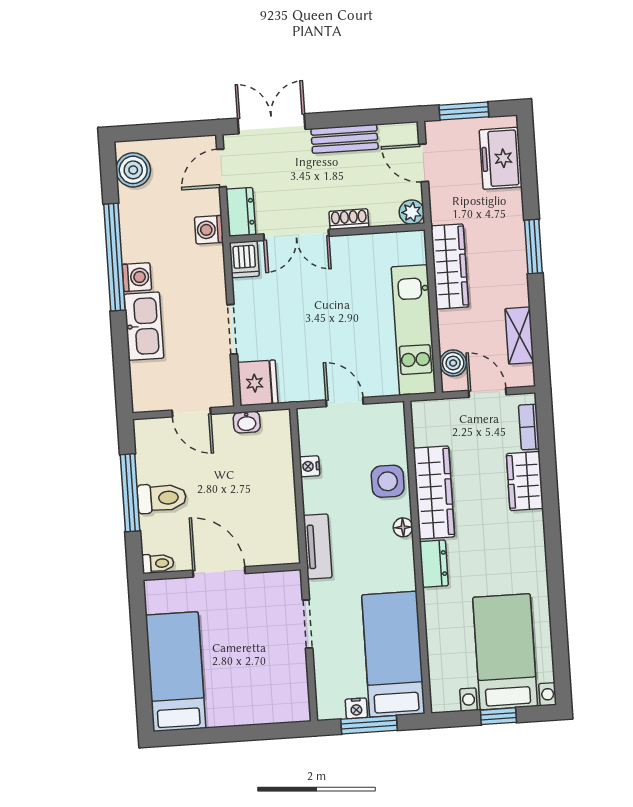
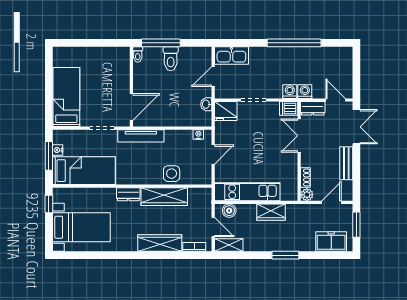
boiler: (133, 170) -> (338, 55), removed
shoe rack: (349, 219) -> (305, 177), moved
wardrobe: (450, 266) -> (271, 212), width x0.67
washing machine: (137, 277) -> (290, 92), moved, turned 180
kitchen sink: (144, 326) -> (231, 55), moved
shelving: (519, 336) -> (229, 245), moved
door: (487, 393) -> (213, 227), hinge flipped
nightstand: (310, 466) -> (198, 135), moved
wardrobe: (525, 481) -> (160, 243), width x1.50
window: (130, 493) -> (161, 43), moved
floor lamp: (403, 527) -> (148, 180), removed
tv unit: (318, 547) -> (141, 136), width x1.41
door: (219, 572) -> (131, 107), moved
bed: (176, 672) -> (66, 97), moved, turned -90
window: (498, 716) -> (49, 204), moved

